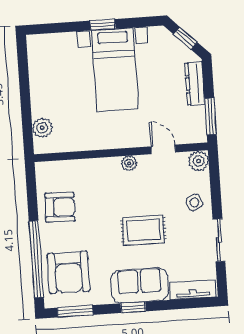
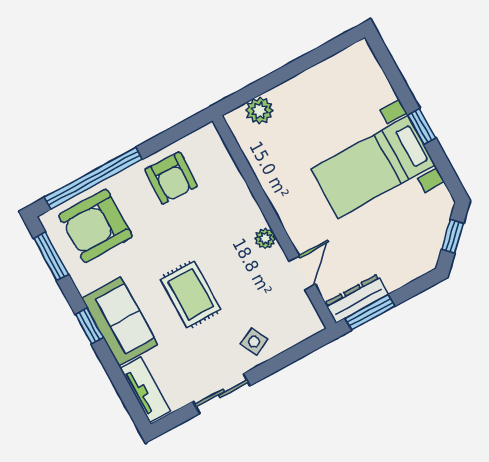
dresser: (195, 84) -> (356, 299), moved
plant: (198, 161) -> (308, 323), removed

